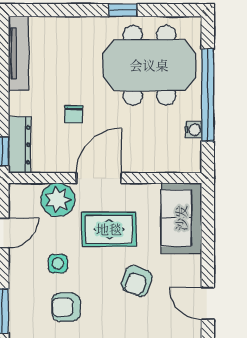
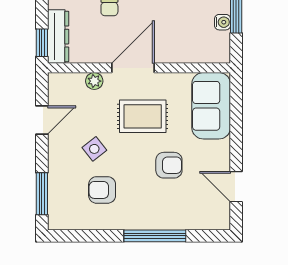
plant: (58, 200) -> (94, 81), width x0.53, depth x0.53
side table: (58, 264) -> (94, 149), turned -38
armchair: (137, 281) -> (169, 165), turned -111

